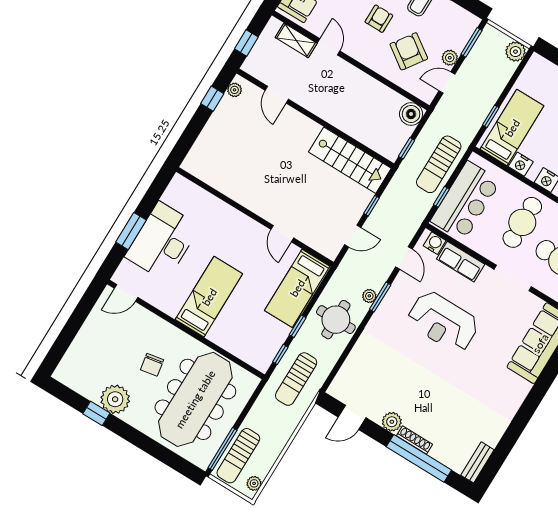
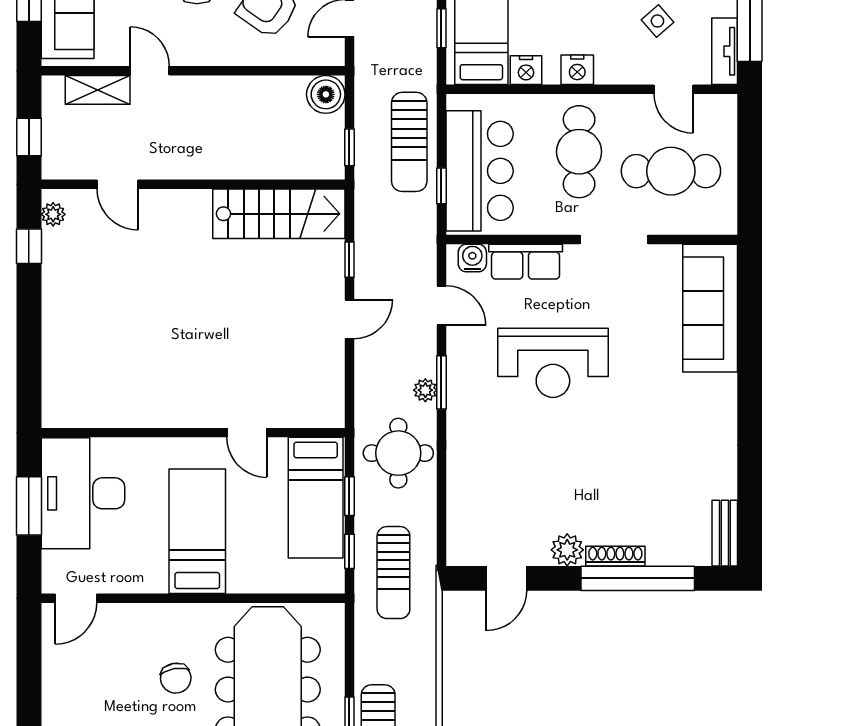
wall: (255, 217) -> (193, 433), moved
door: (282, 234) -> (247, 433), moved
bed: (297, 288) -> (316, 498), moved

